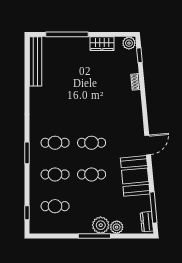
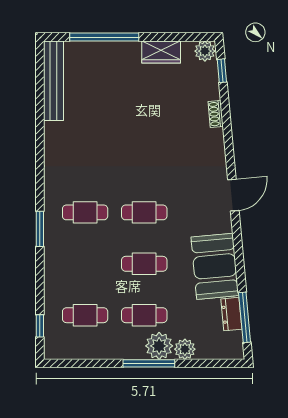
door: (148, 145) -> (233, 195), moved
cafe table: (55, 174) -> (144, 315), moved
dresser: (147, 222) -> (231, 314), moved

